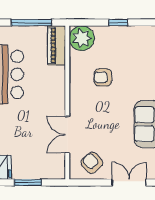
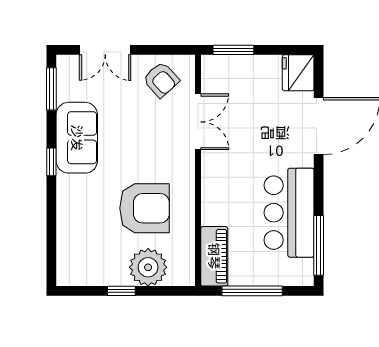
plant: (82, 38) -> (148, 267), moved
armchair: (103, 77) -> (144, 208), width x1.88, depth x1.88
window: (28, 183) -> (233, 50), moved

